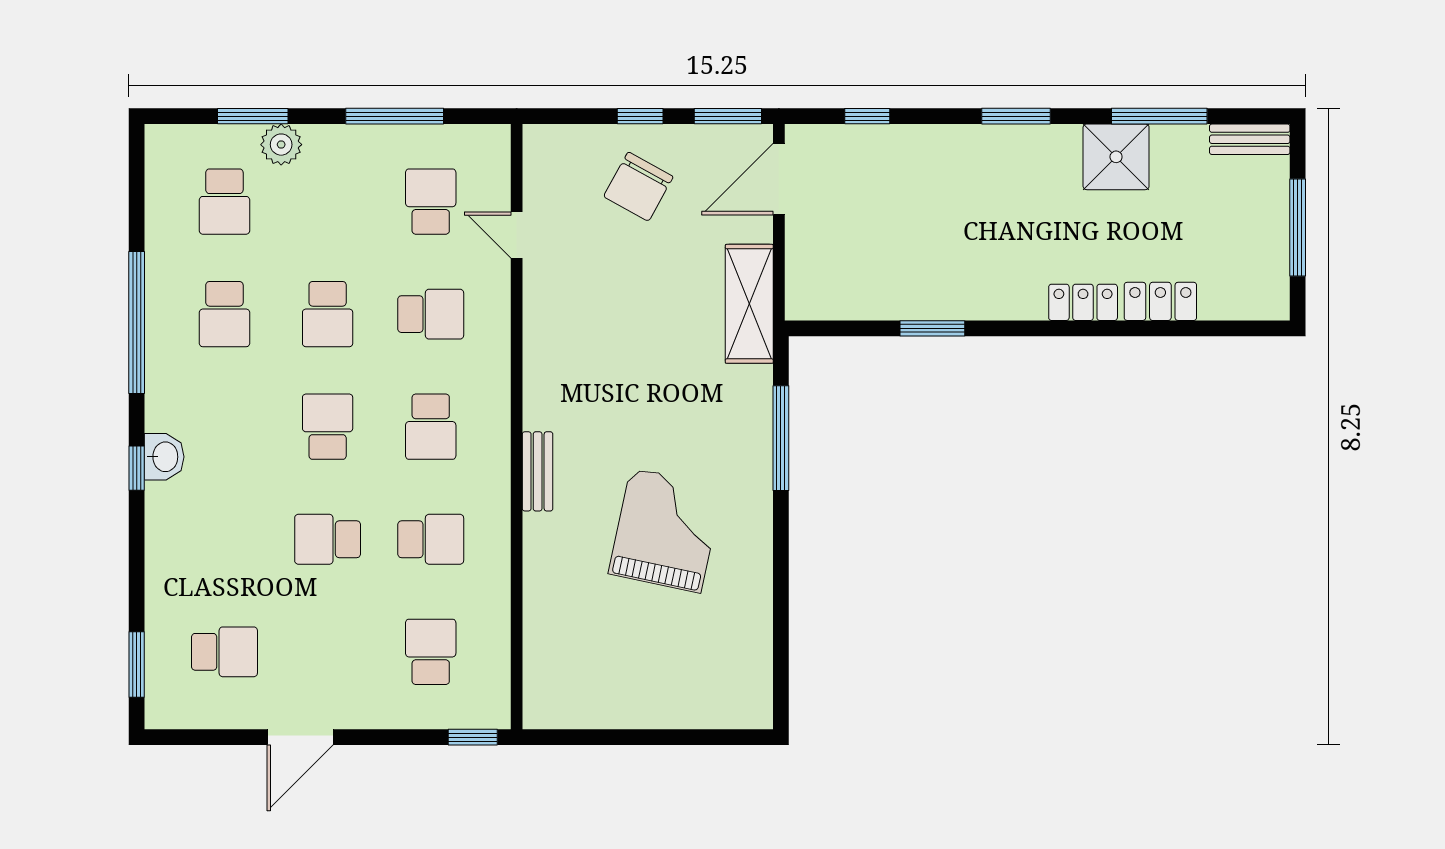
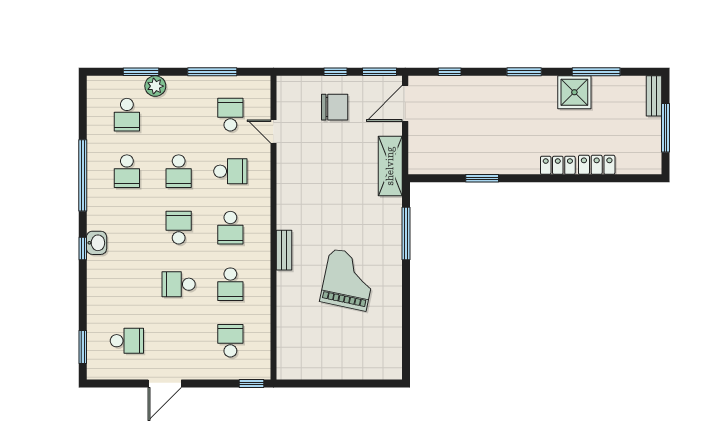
bench: (1250, 139) -> (654, 96), moved, turned 90
chair: (638, 187) -> (335, 107), turned -119
school desk: (431, 539) -> (230, 284), turned 90

